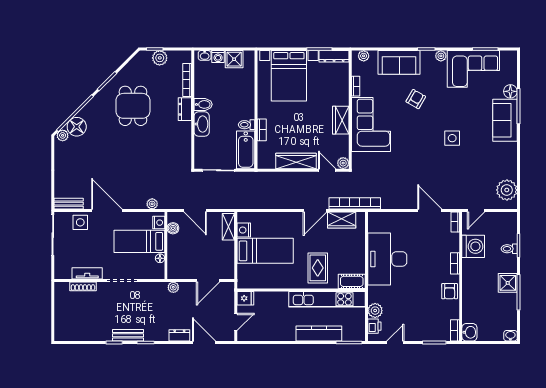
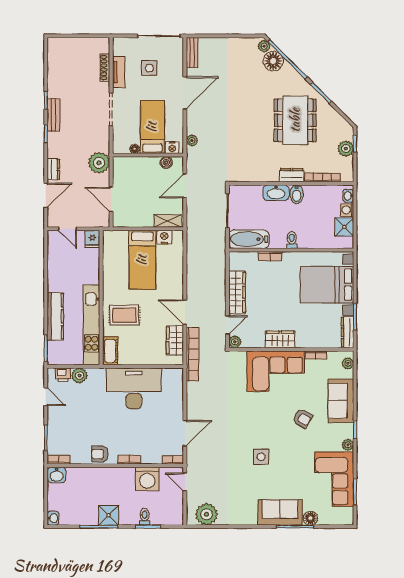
dining table: (133, 106) -> (295, 120), width x1.38
toilet: (247, 125) -> (292, 240), moved
side table: (80, 222) -> (149, 68), moved
plant: (173, 287) -> (99, 163), width x1.87, depth x1.87

